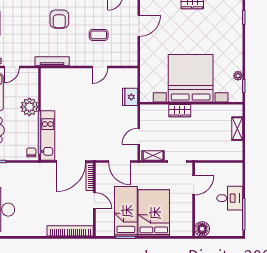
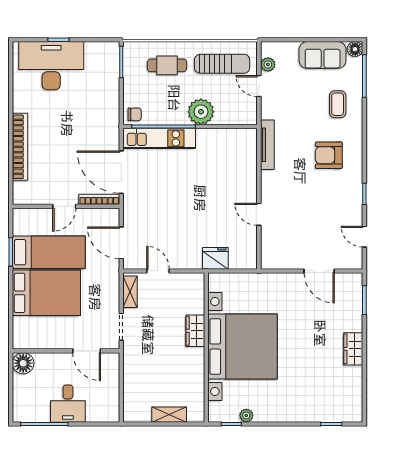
coffee table: (99, 35) -> (338, 104), moved
door: (120, 162) -> (121, 243), hinge flipped
bookcase: (70, 231) -> (20, 147), moved

